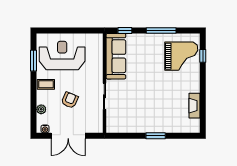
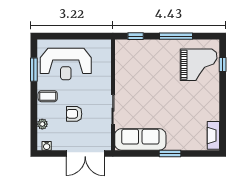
reception desk: (62, 55) -> (66, 64), turned 180
sofa: (116, 56) -> (140, 139), moved, turned -90
armchair: (70, 100) -> (74, 114), turned -113
fireplace: (195, 106) -> (213, 135), moved
double door: (68, 136) -> (85, 153), moved

